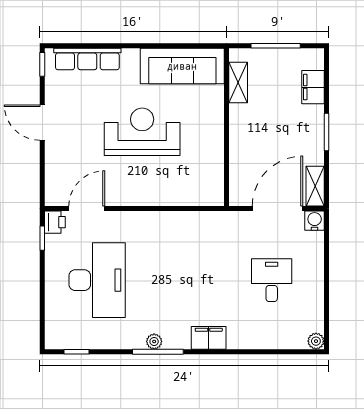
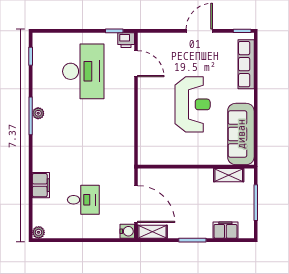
desk: (97, 280) -> (83, 71), turned -90
filing cabinet: (209, 338) -> (41, 185), moved

